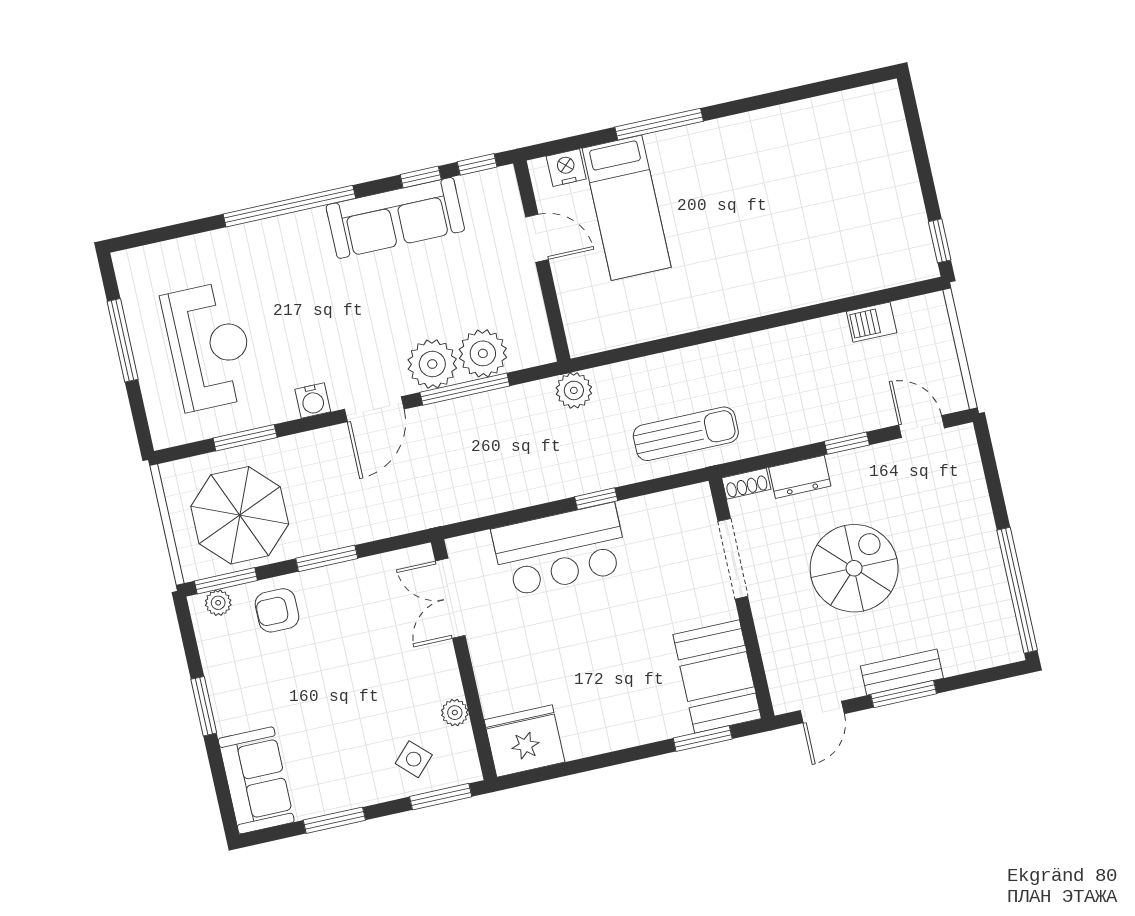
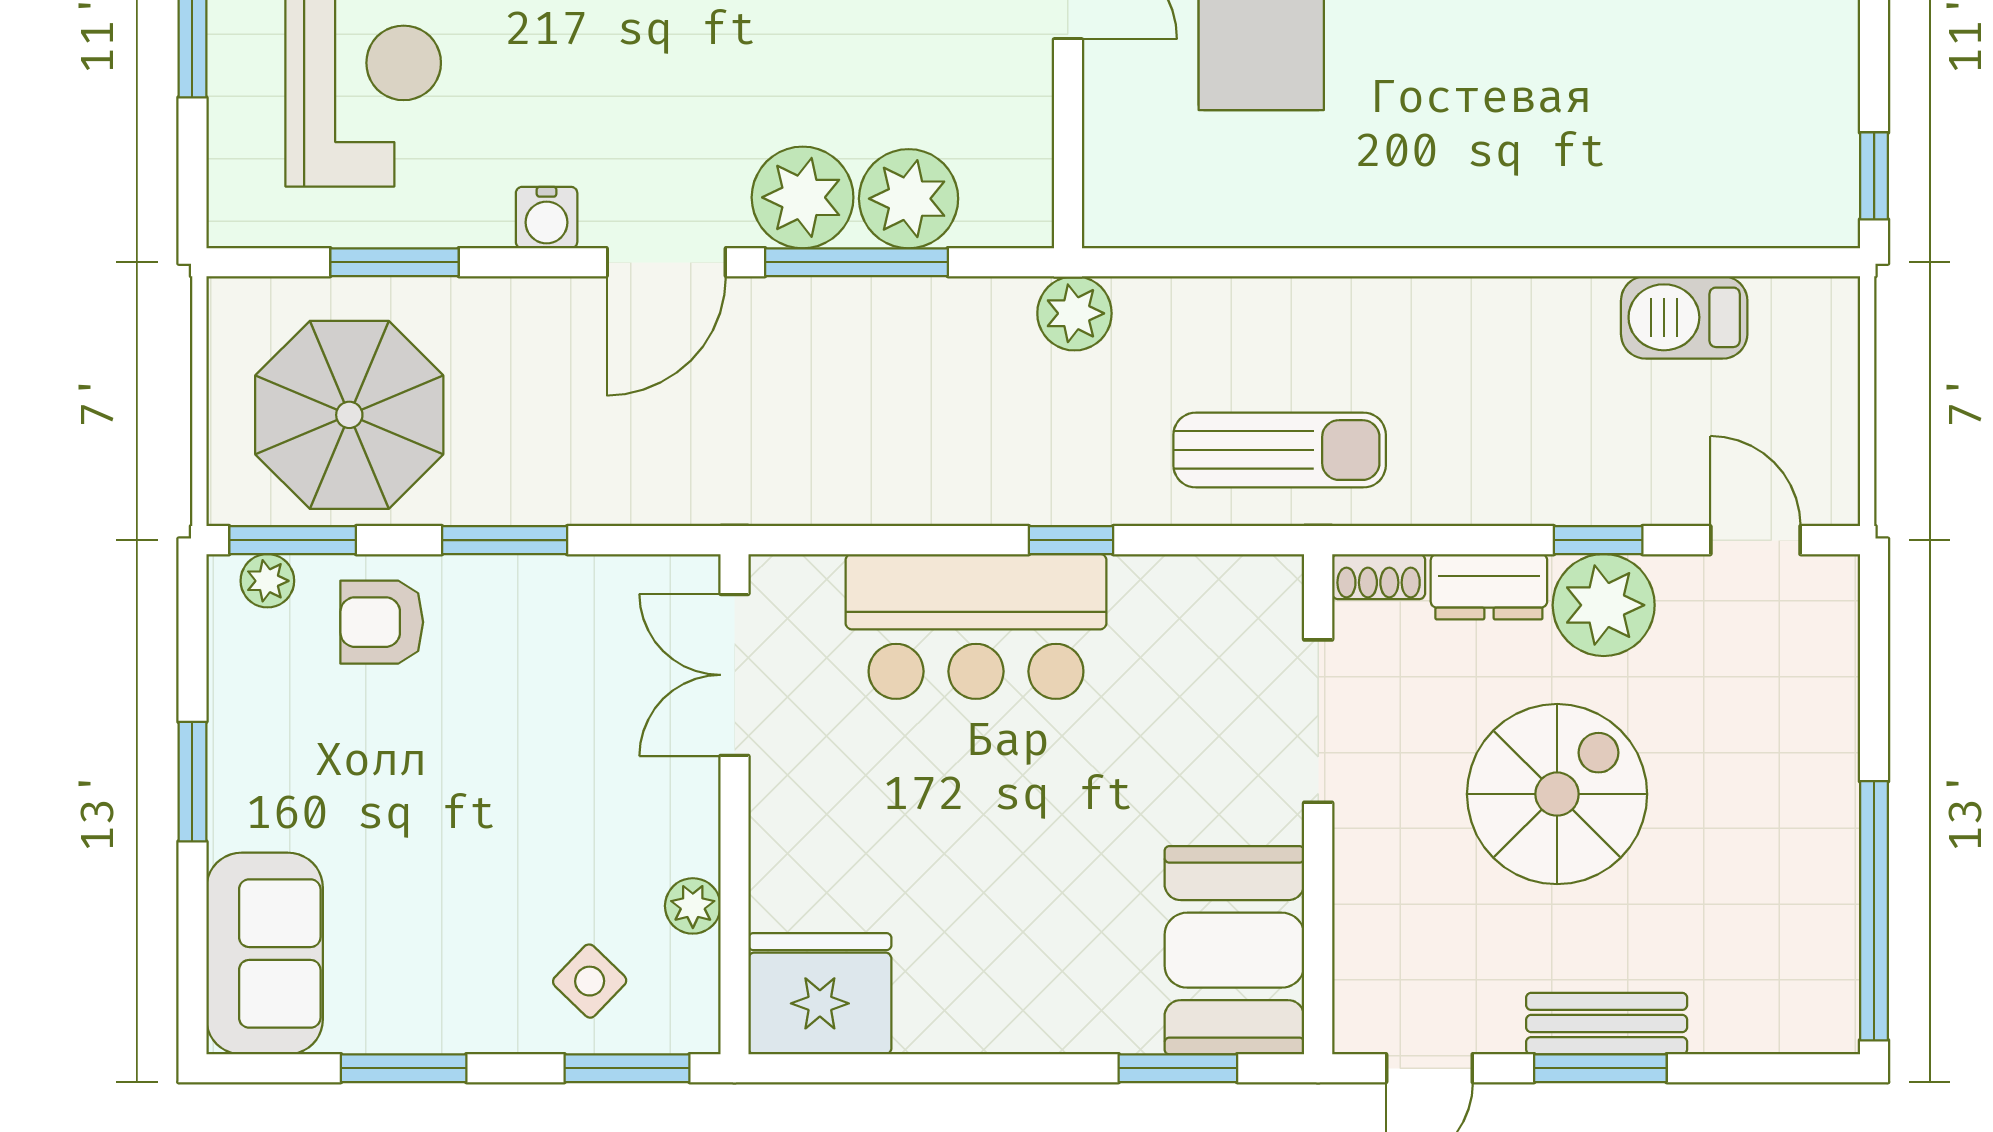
barbecue: (872, 322) -> (1684, 317), width x1.38, depth x1.27
plant: (856, 473) -> (1604, 605), added

